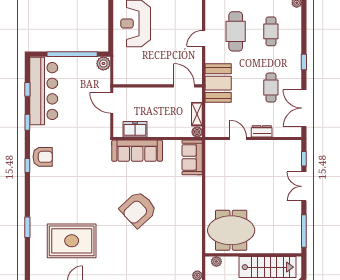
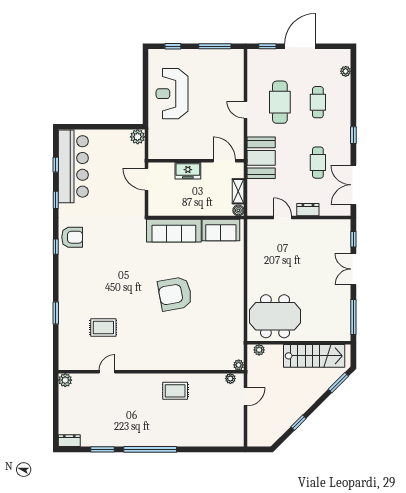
door: (204, 38) -> (245, 110), hinge flipped
window: (72, 54) -> (104, 127), removed
freezer: (135, 129) -> (188, 171), moved, turned 180
sofa: (192, 157) -> (221, 230), moved, turned -90
armchair: (138, 209) -> (175, 294), turned 33
rug: (72, 241) -> (103, 328), width x0.54, depth x0.49

